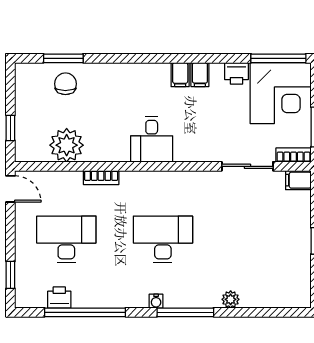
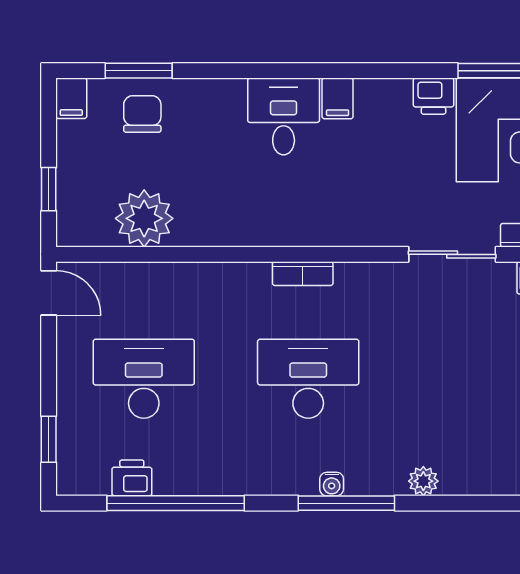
filing cabinet: (200, 75) -> (71, 98), moved
desk: (152, 139) -> (284, 116), moved, turned 180
bookcase: (101, 178) -> (303, 274), moved
water cooler: (156, 301) -> (332, 484), moved

